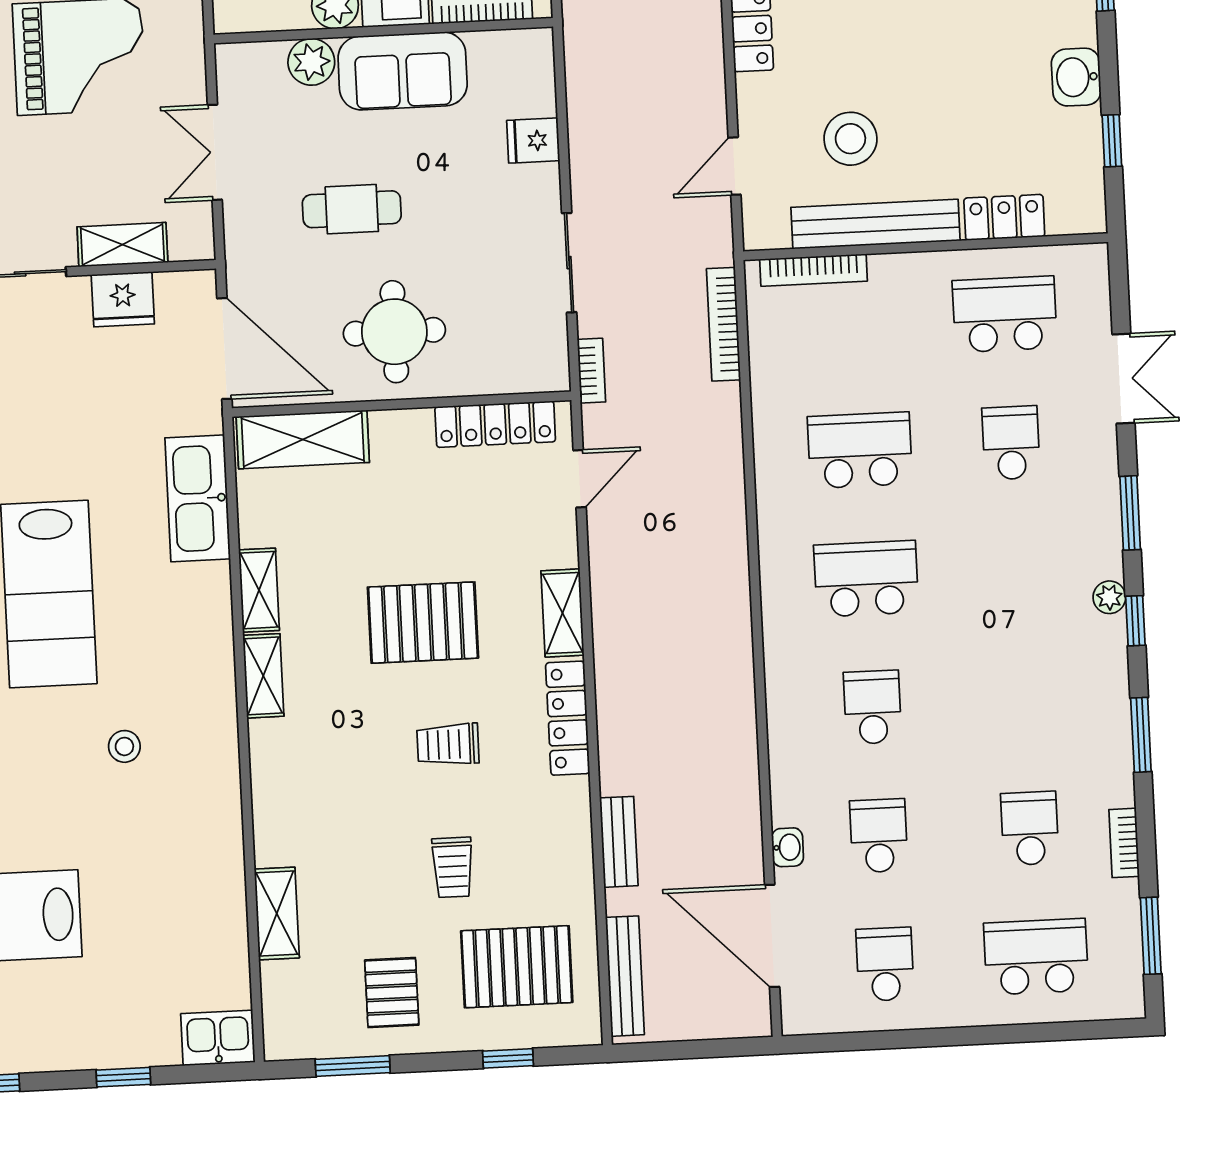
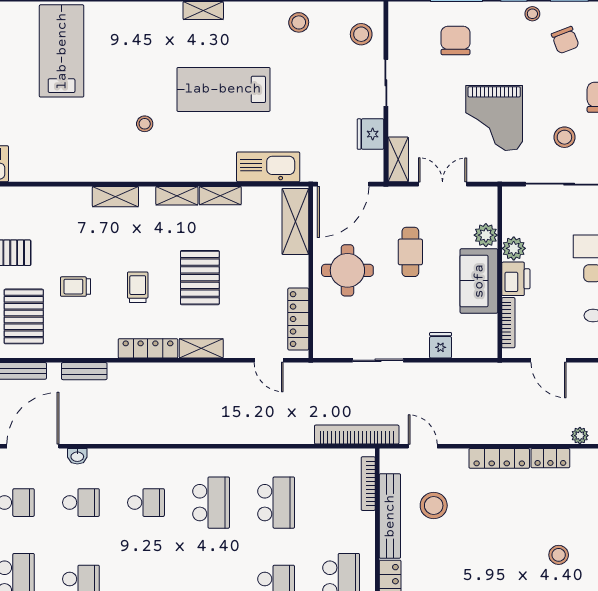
shelving: (122, 245) -> (398, 159), moved
bookcase: (724, 324) -> (357, 435), width x1.48, depth x1.31
bookcase: (591, 371) -> (323, 369), removed
shelving: (277, 914) -> (115, 197), moved

